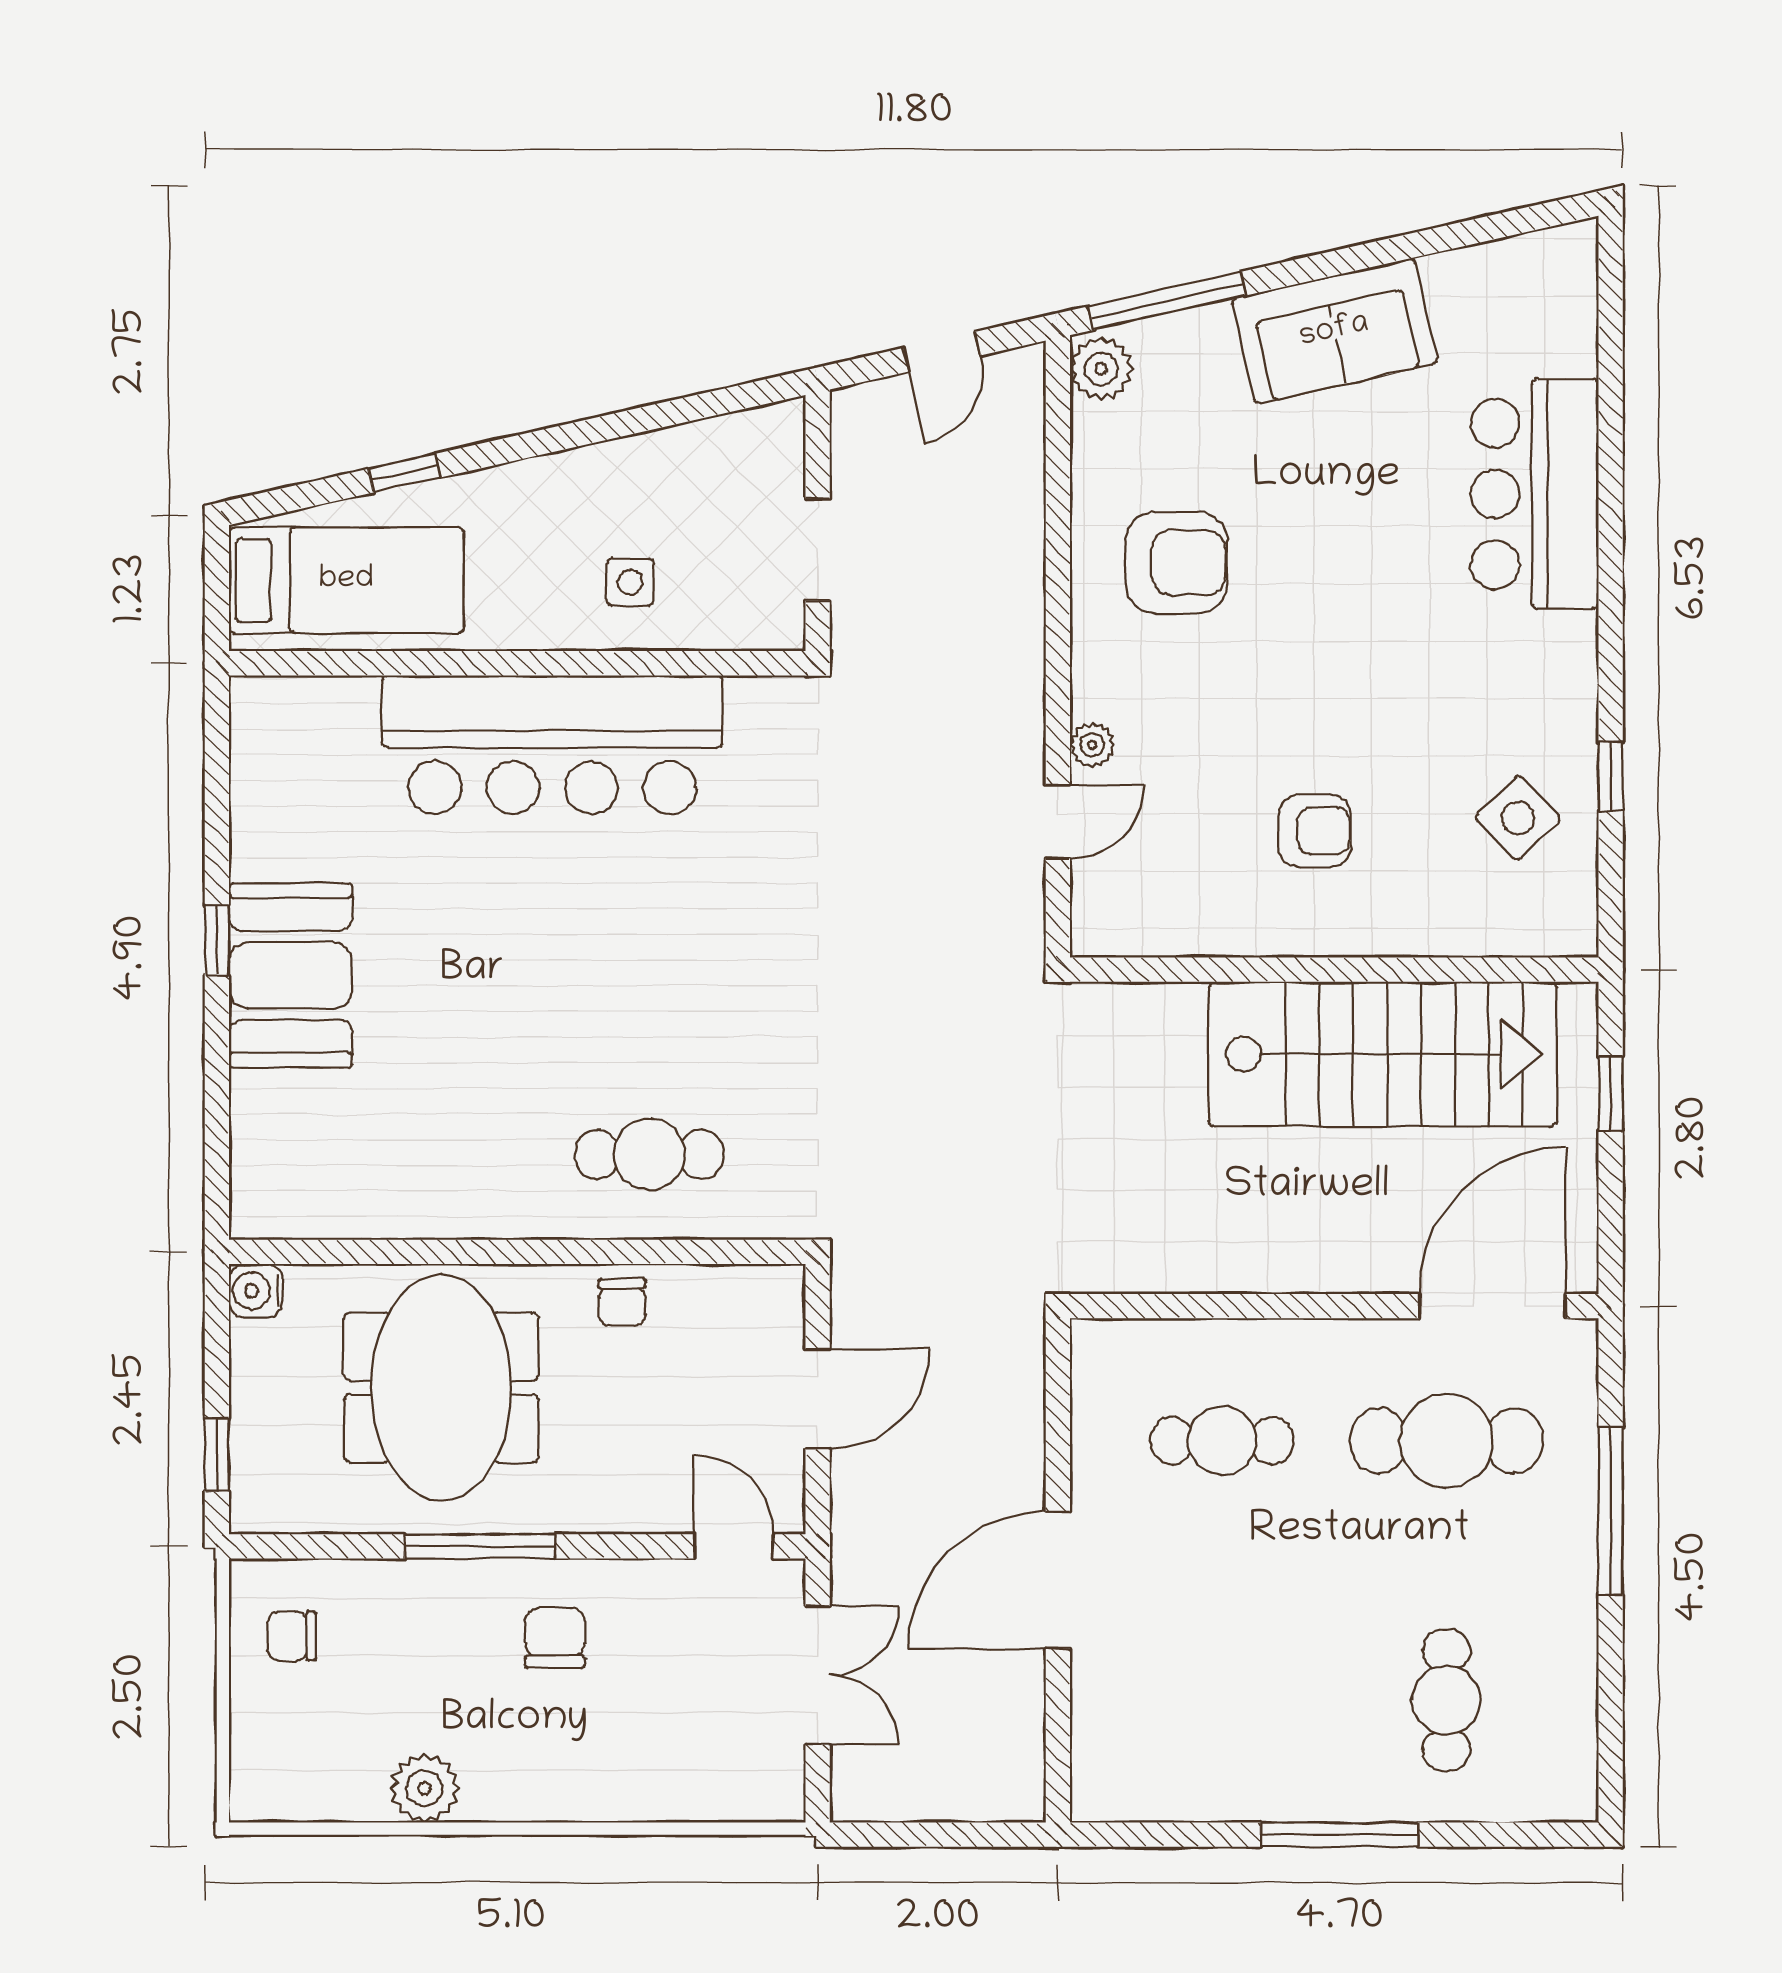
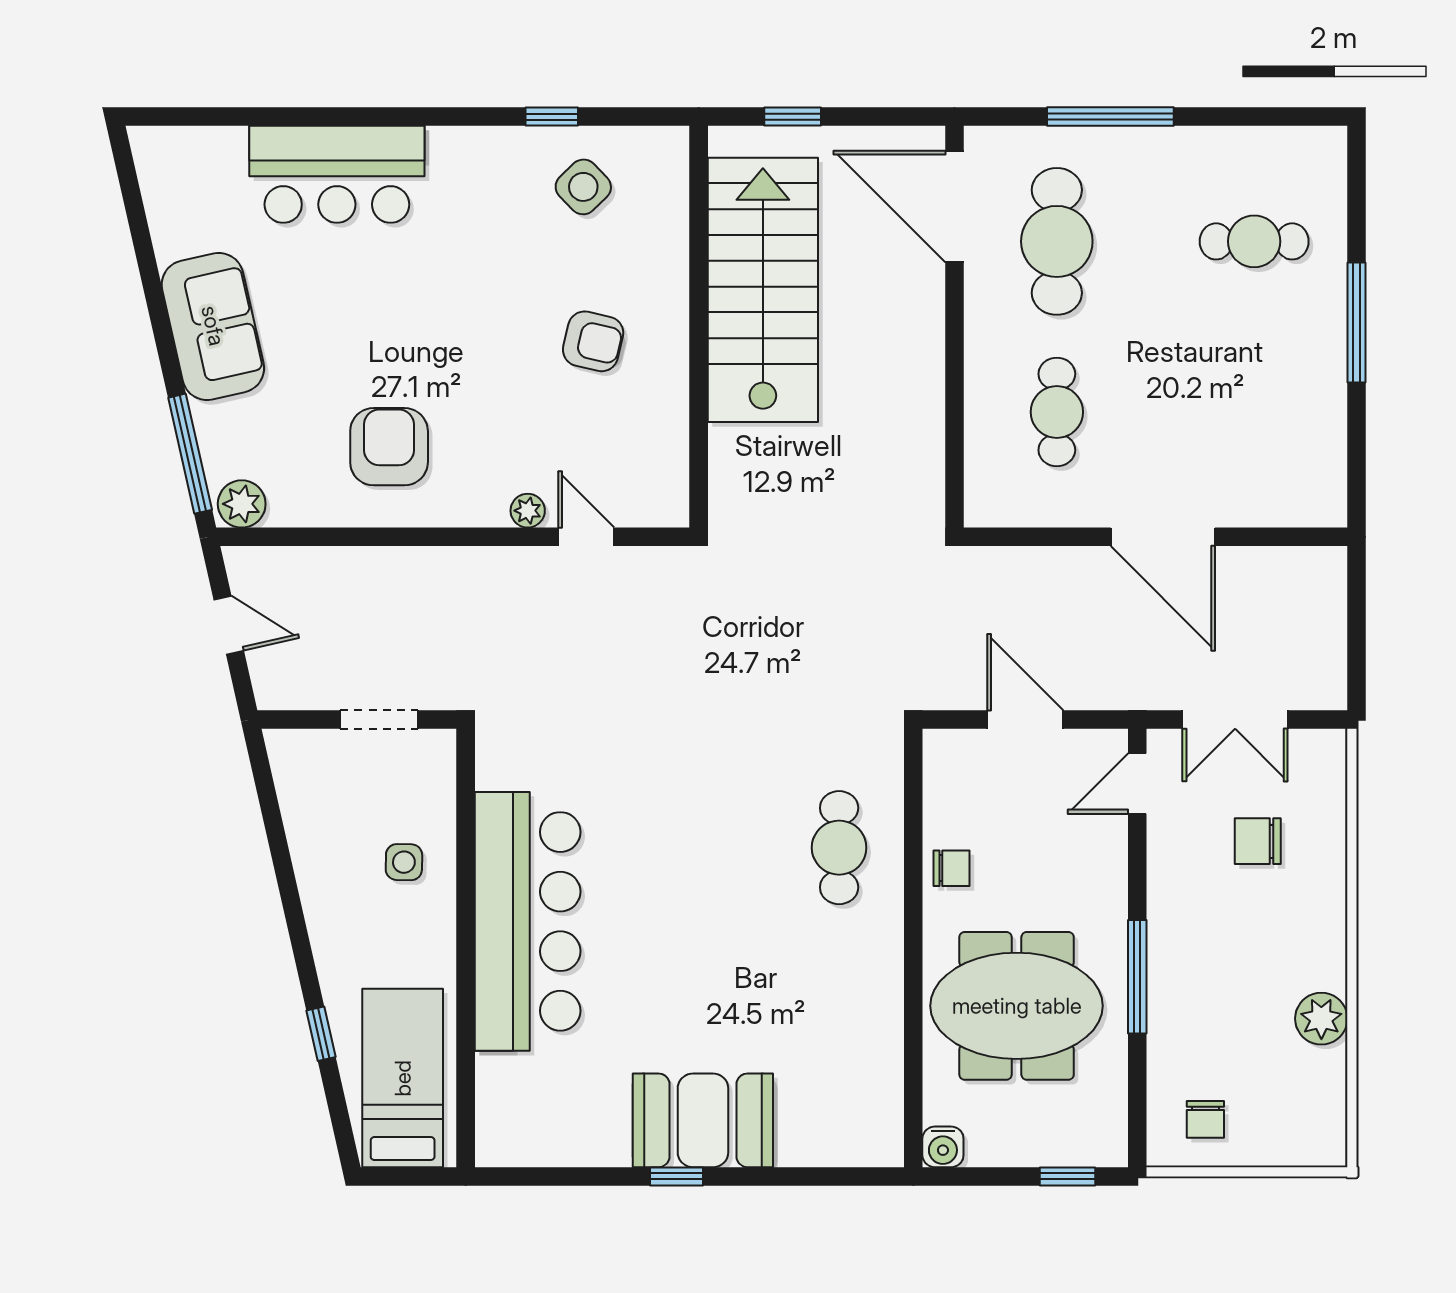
armchair: (1315, 831) -> (593, 341), turned 103
chair: (555, 1638) -> (1258, 841), moved
double door: (818, 1675) -> (1235, 720), swing flipped

